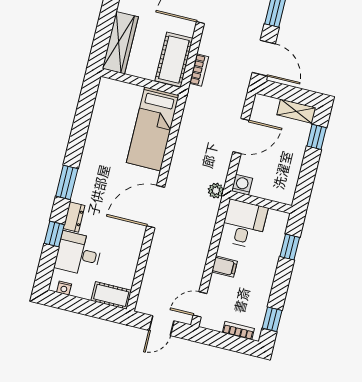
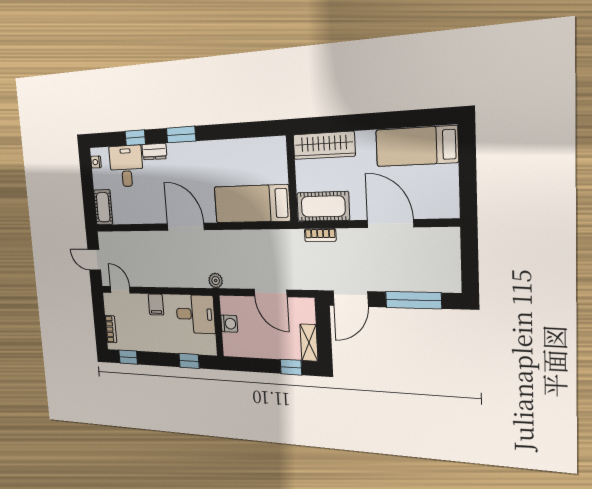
washing machine: (242, 185) -> (229, 324), moved

